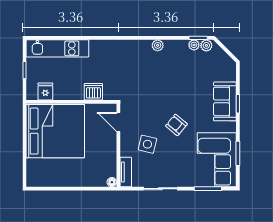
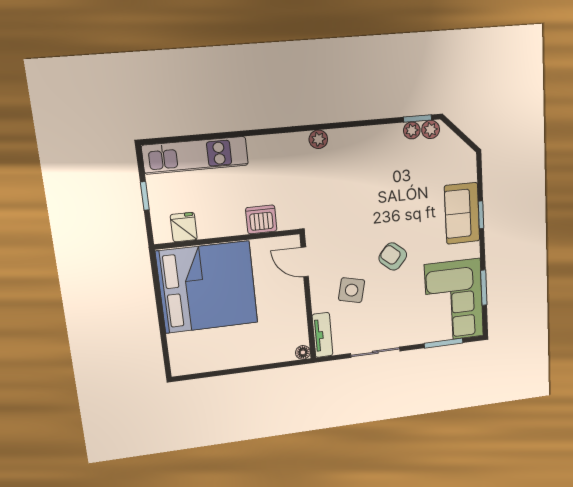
plant: (158, 45) -> (318, 139), moved

